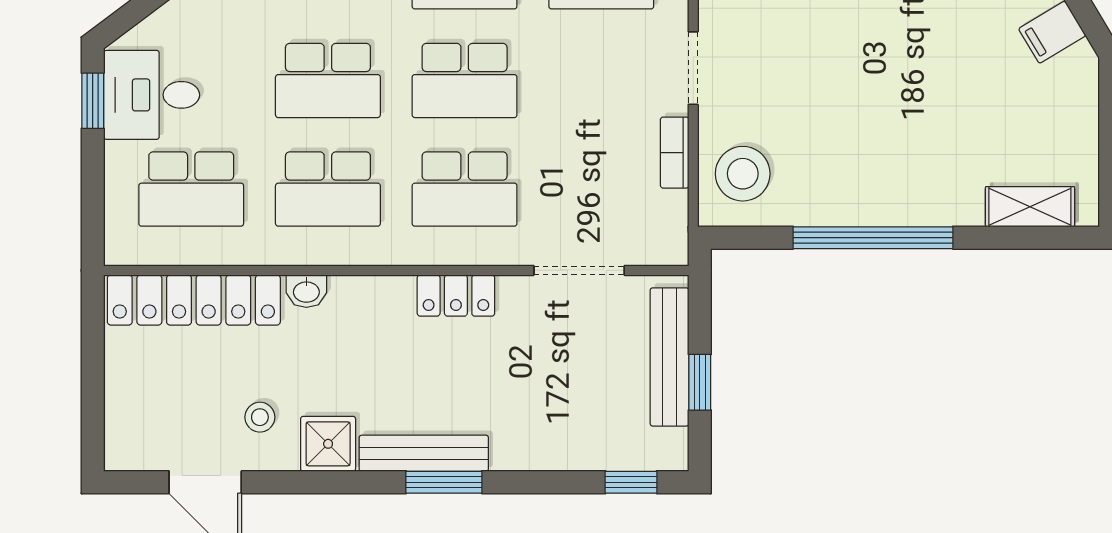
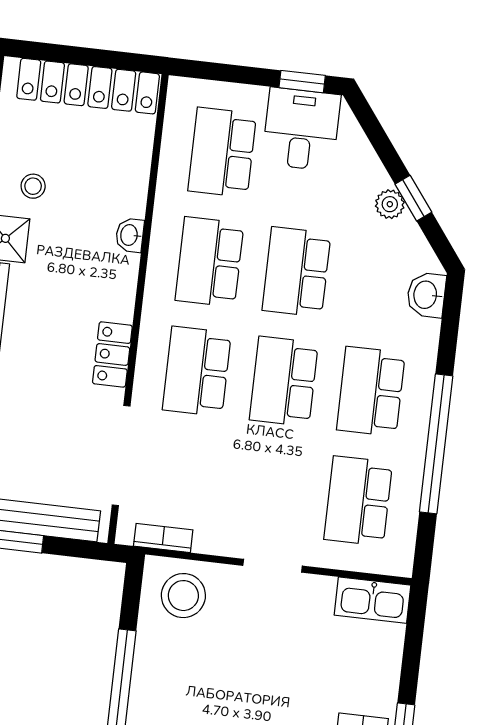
bookcase: (675, 153) -> (163, 538), moved
doorway: (579, 270) -> (121, 456), width x1.36
locker: (194, 300) -> (88, 86), moved, turned -90

